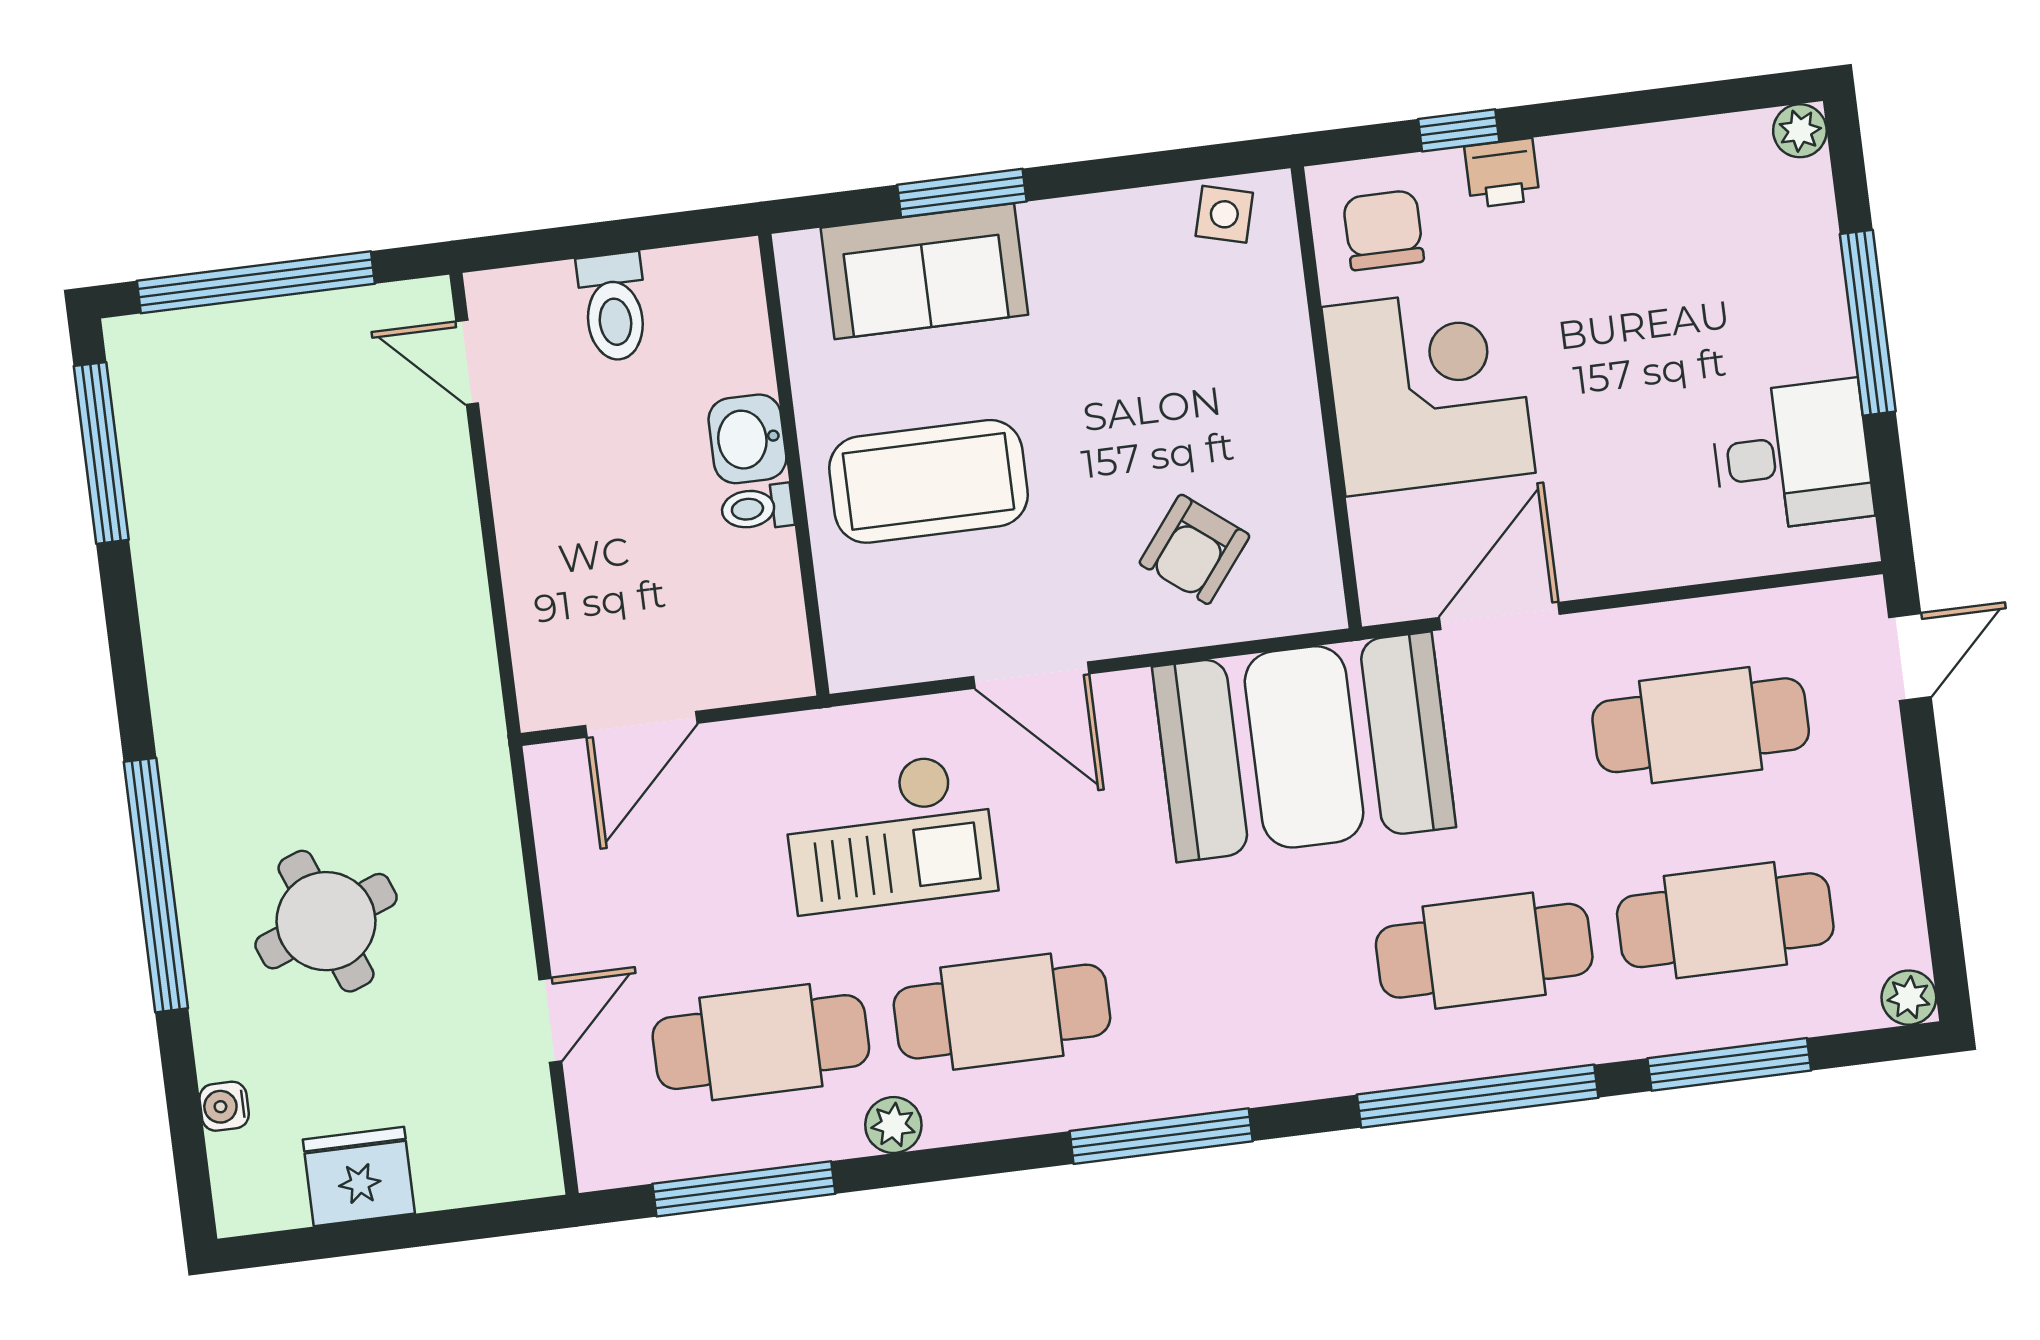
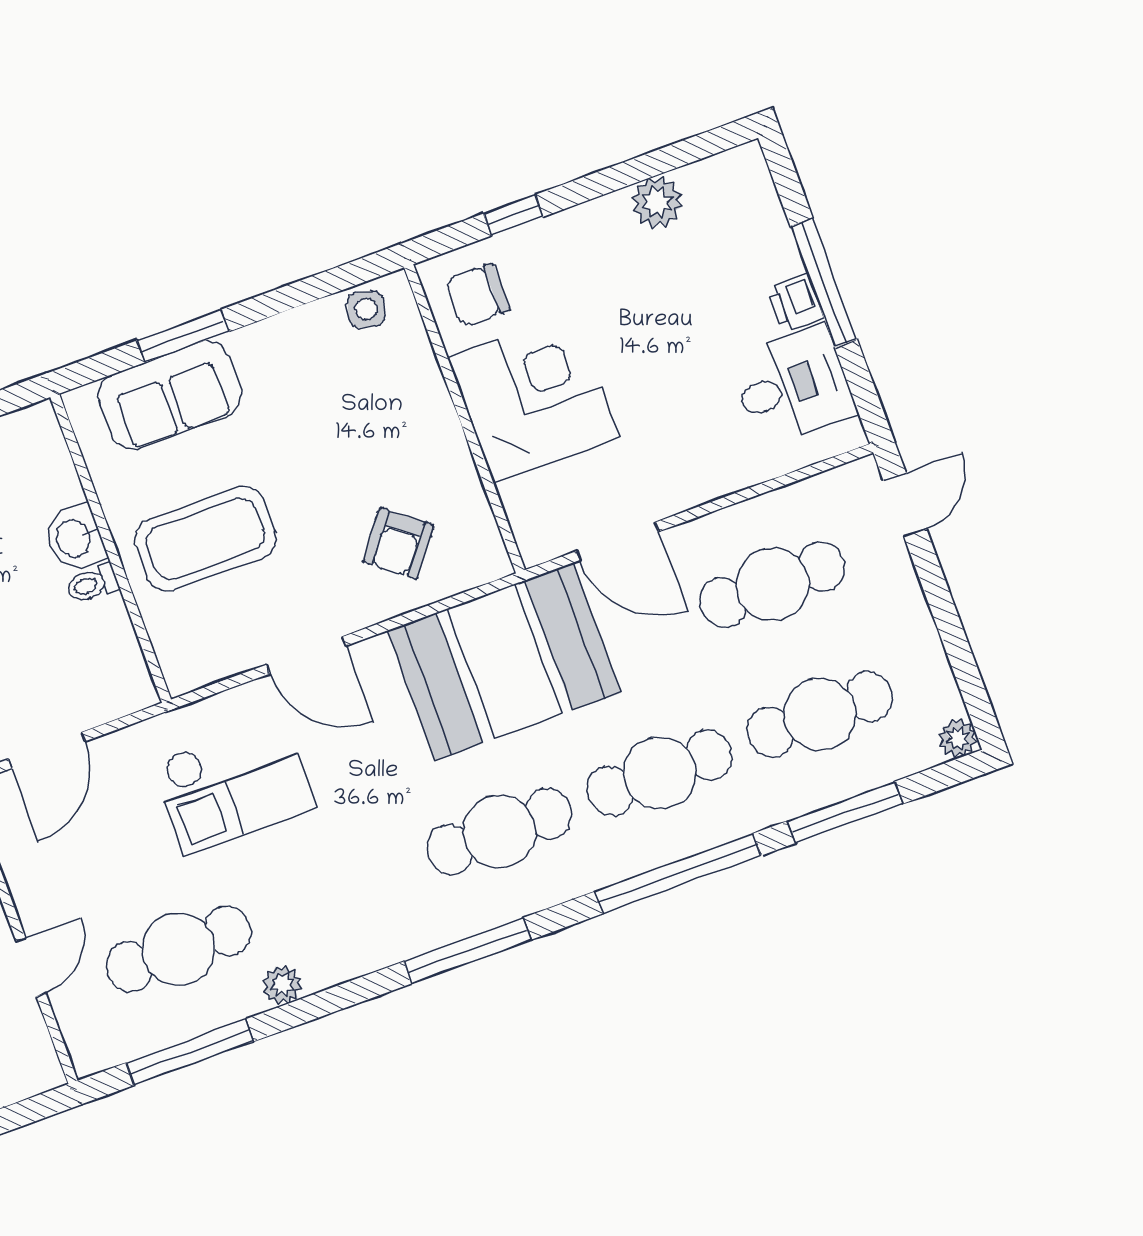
plant: (1800, 131) -> (657, 202), moved, width x1.38, depth x1.38
printer: (1502, 173) -> (795, 303), moved, turned 90
chair: (1383, 230) -> (477, 295), turned -90
door: (1499, 616) -> (618, 541), swing flipped
cafe table: (1002, 1012) -> (499, 832), moved

